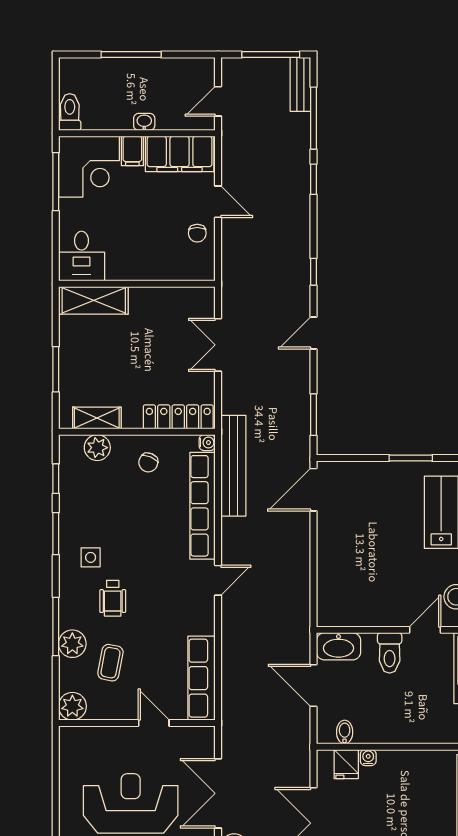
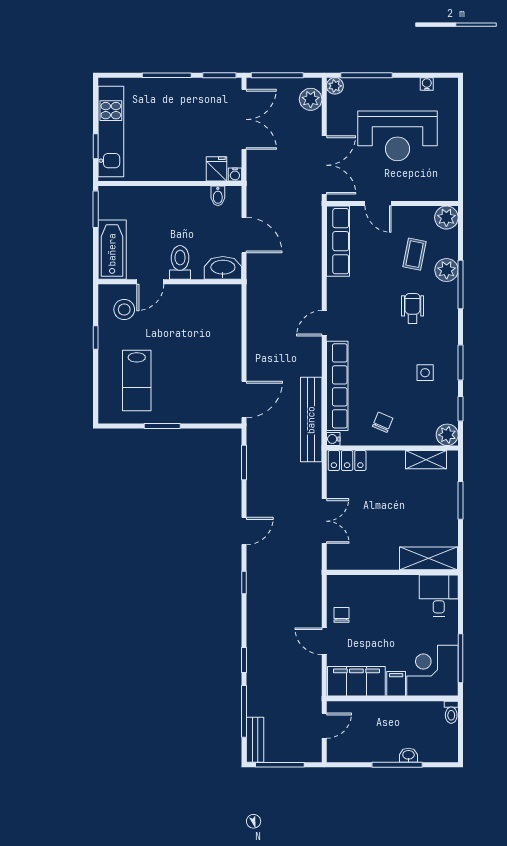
toilet: (70, 112) -> (451, 712), width x0.73, depth x0.72
washbasin: (144, 122) -> (408, 755), moved, turned 180
locker: (178, 417) -> (347, 461), width x0.66
plant: (97, 448) -> (447, 435), moved
side table: (91, 557) -> (425, 373), moved
water cooler: (368, 758) -> (235, 174), moved
double door: (218, 793) -> (324, 165), moved

